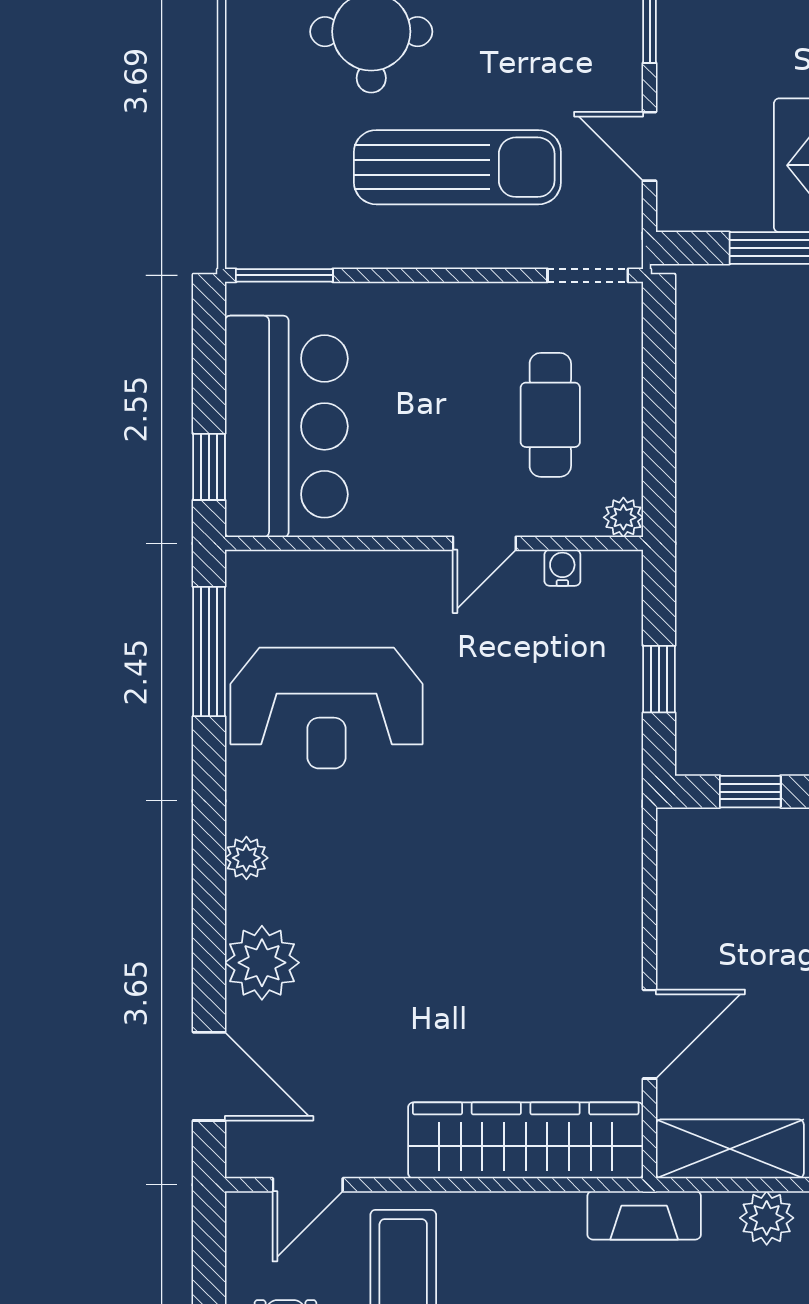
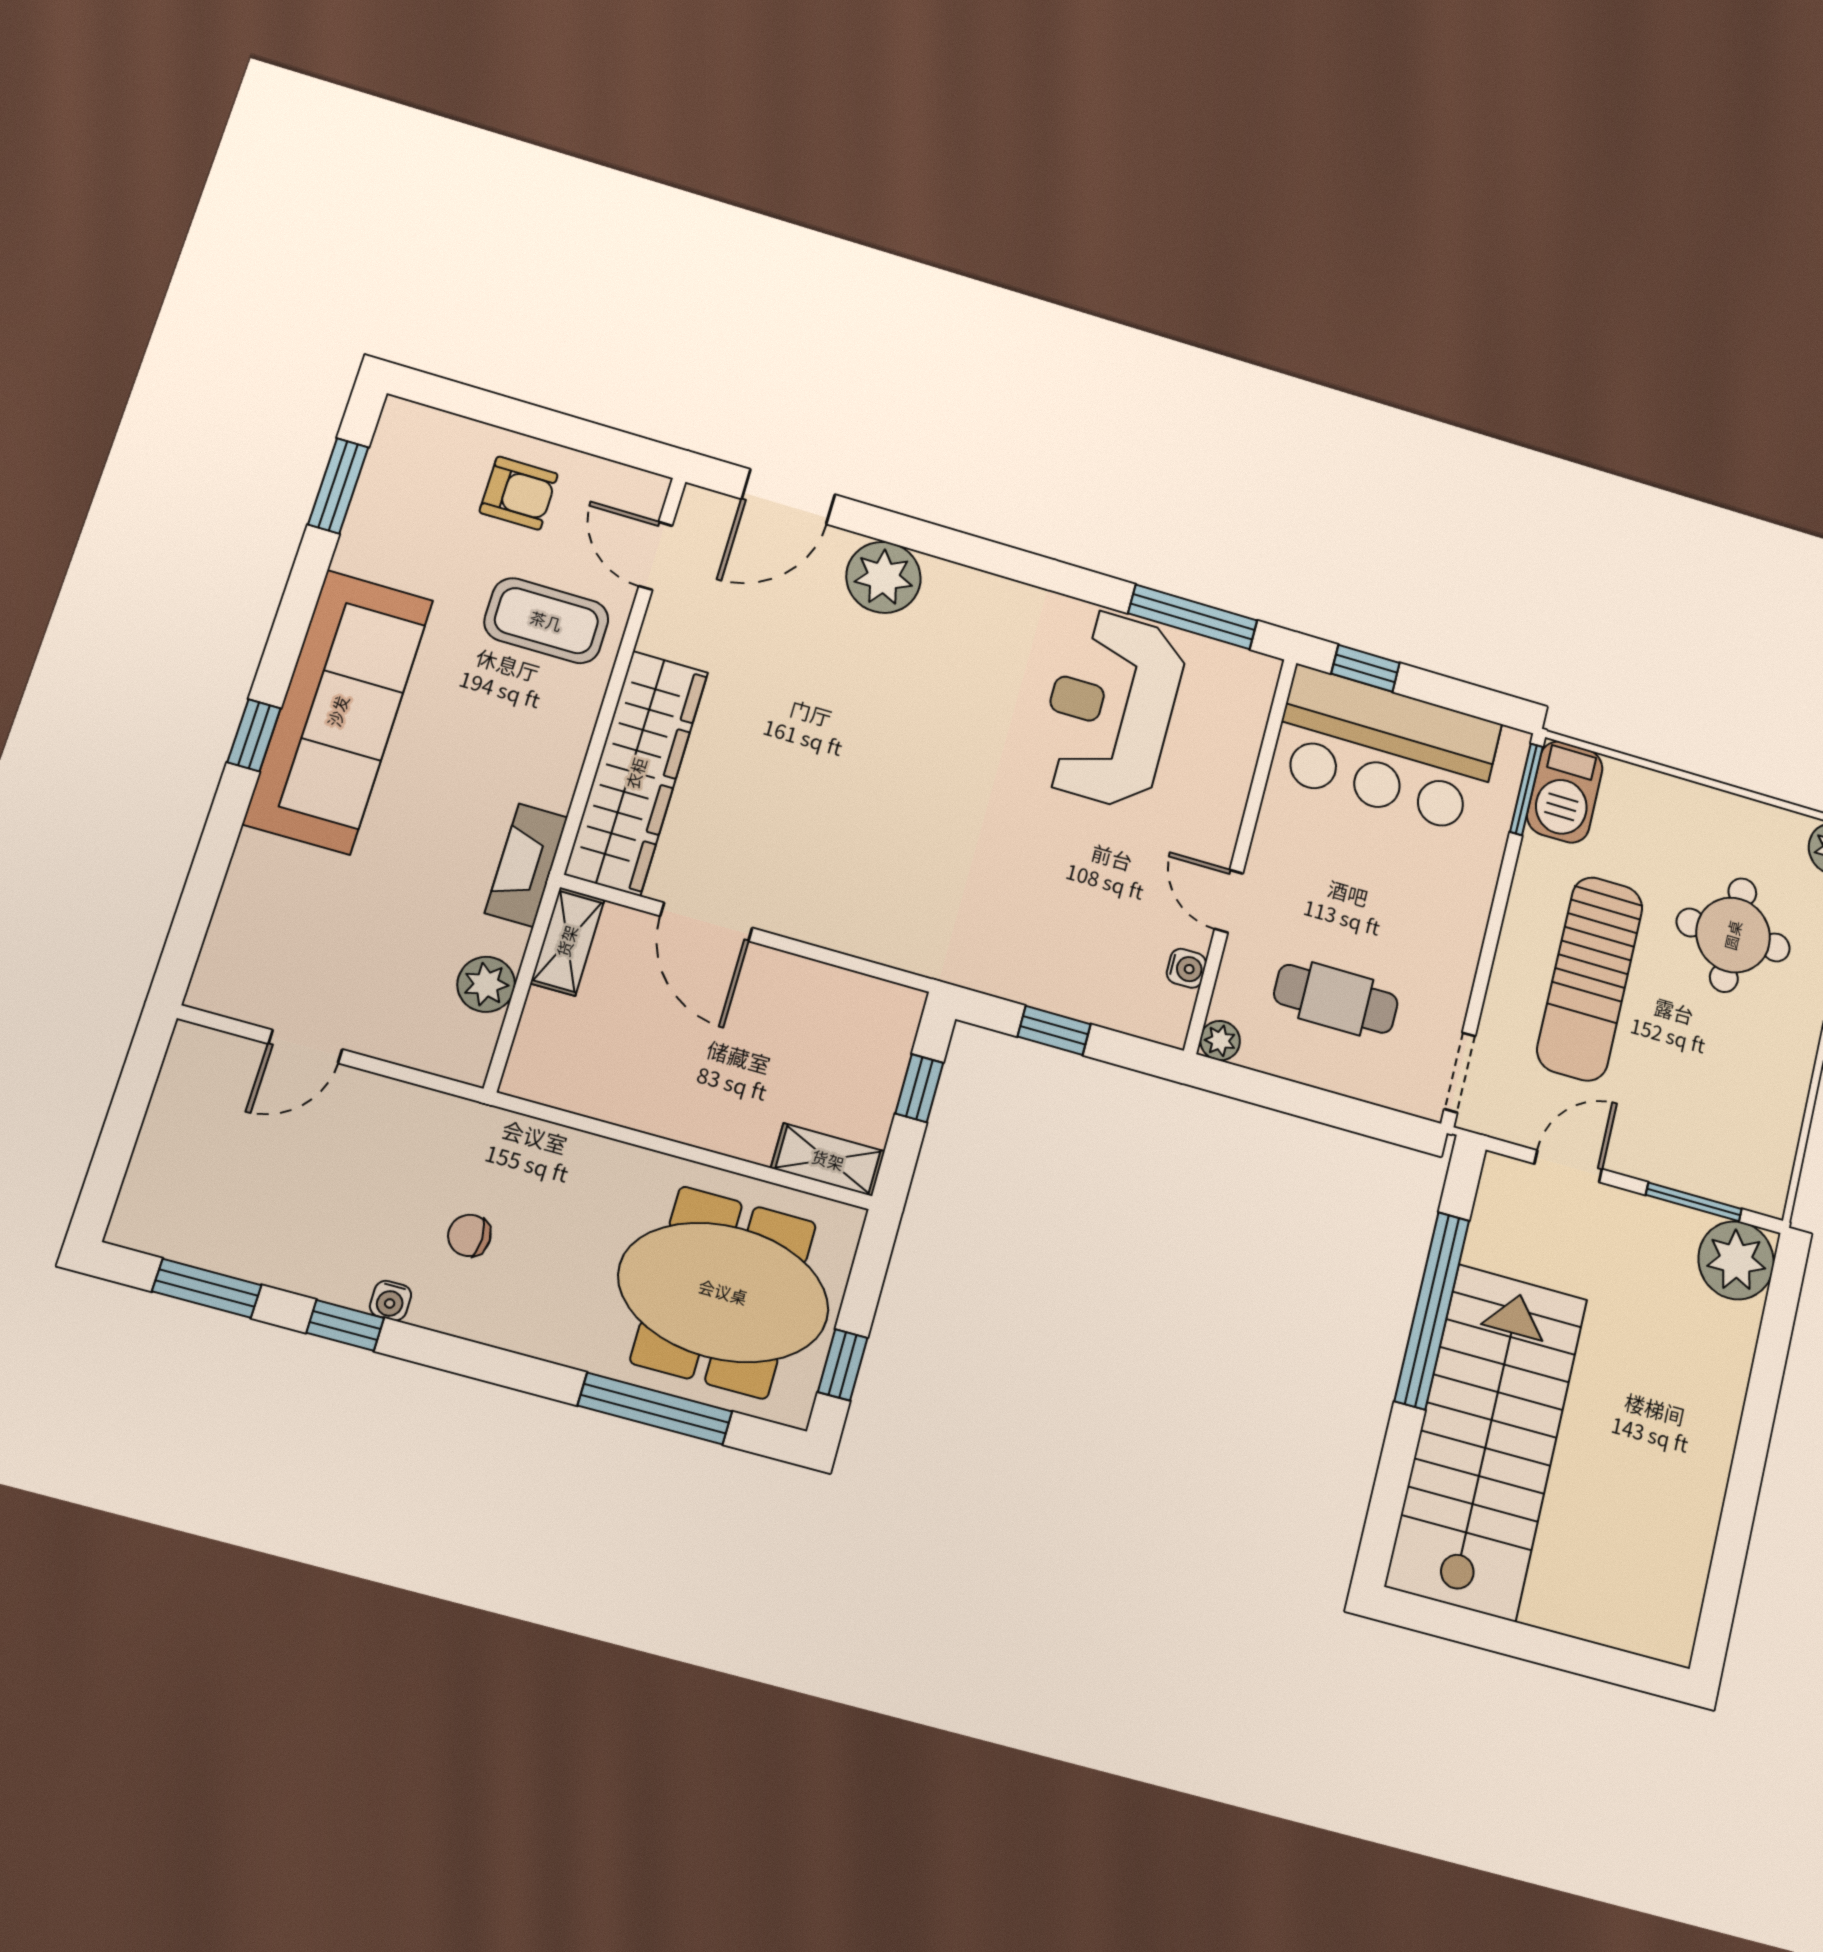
barbecue: (276, 236) -> (1565, 792), added
plant: (246, 858) -> (988, 593), removed
shelving: (730, 1149) -> (567, 941), width x0.67, depth x0.75

